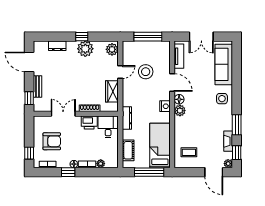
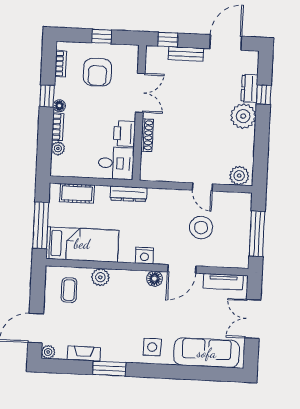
window: (82, 37) -> (264, 94), moved
plant: (85, 49) -> (243, 116), moved
wardrobe: (112, 91) -> (172, 172), removed
plant: (180, 111) -> (100, 277), moved
window: (29, 153) -> (102, 36), moved
window: (237, 153) -> (65, 366), removed

